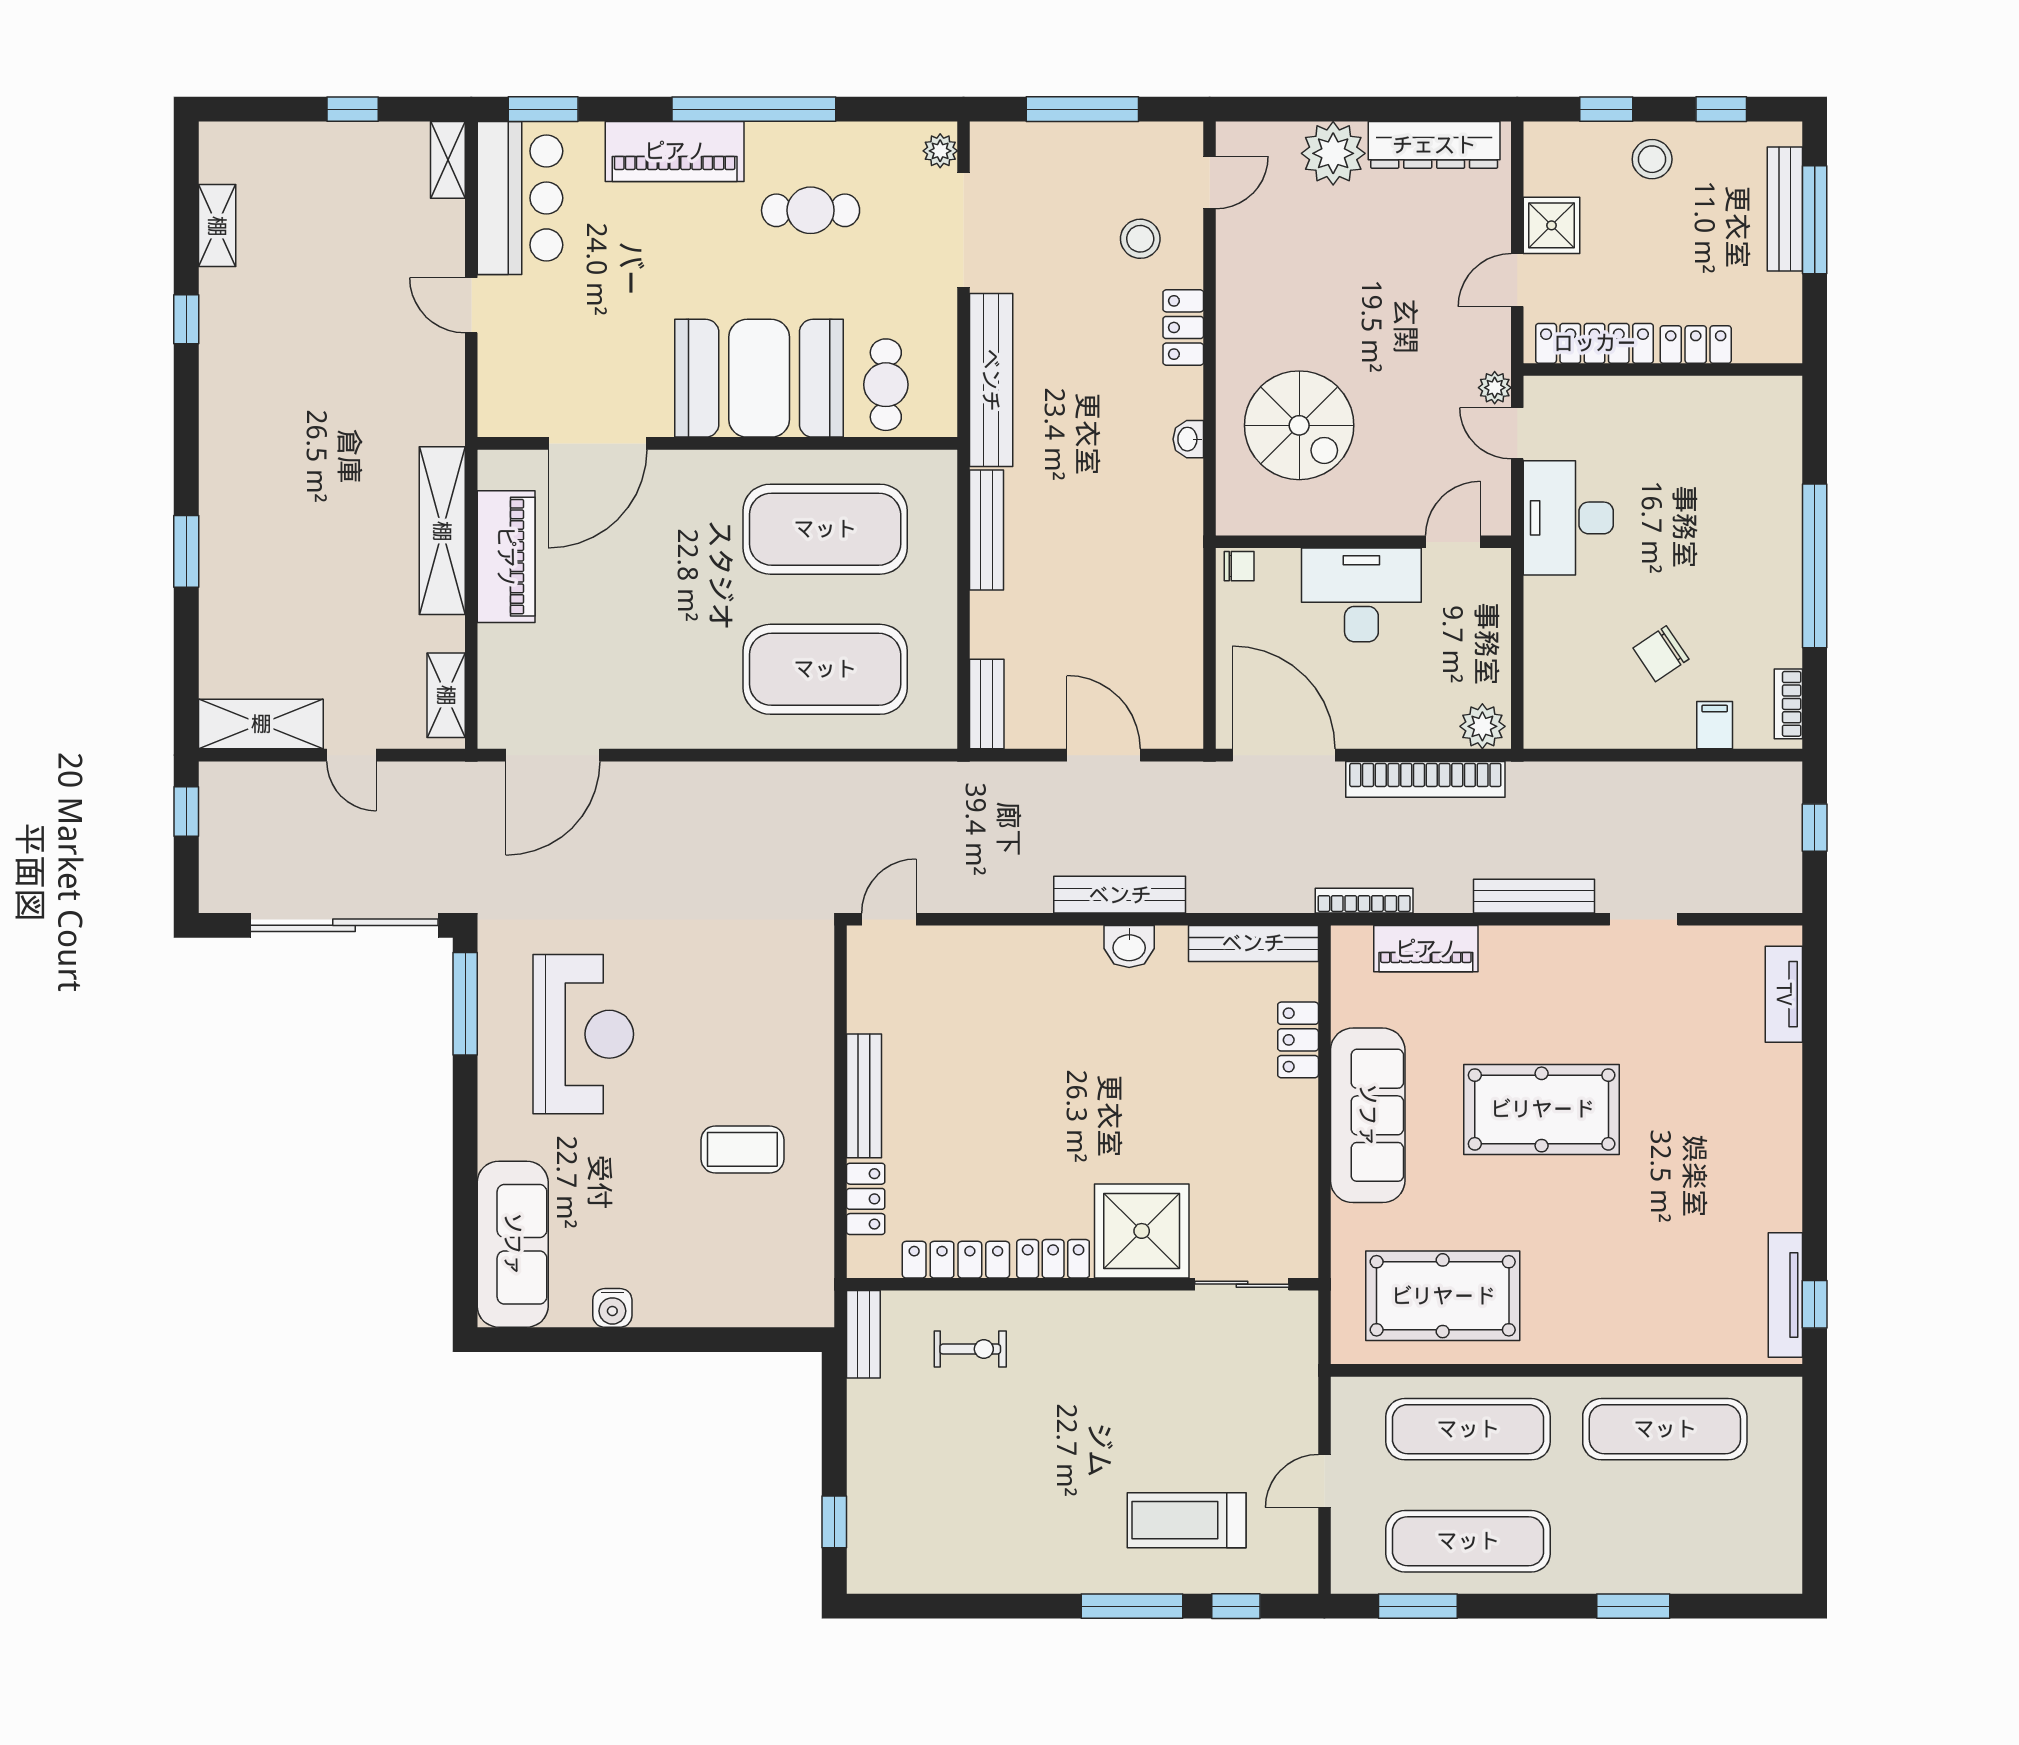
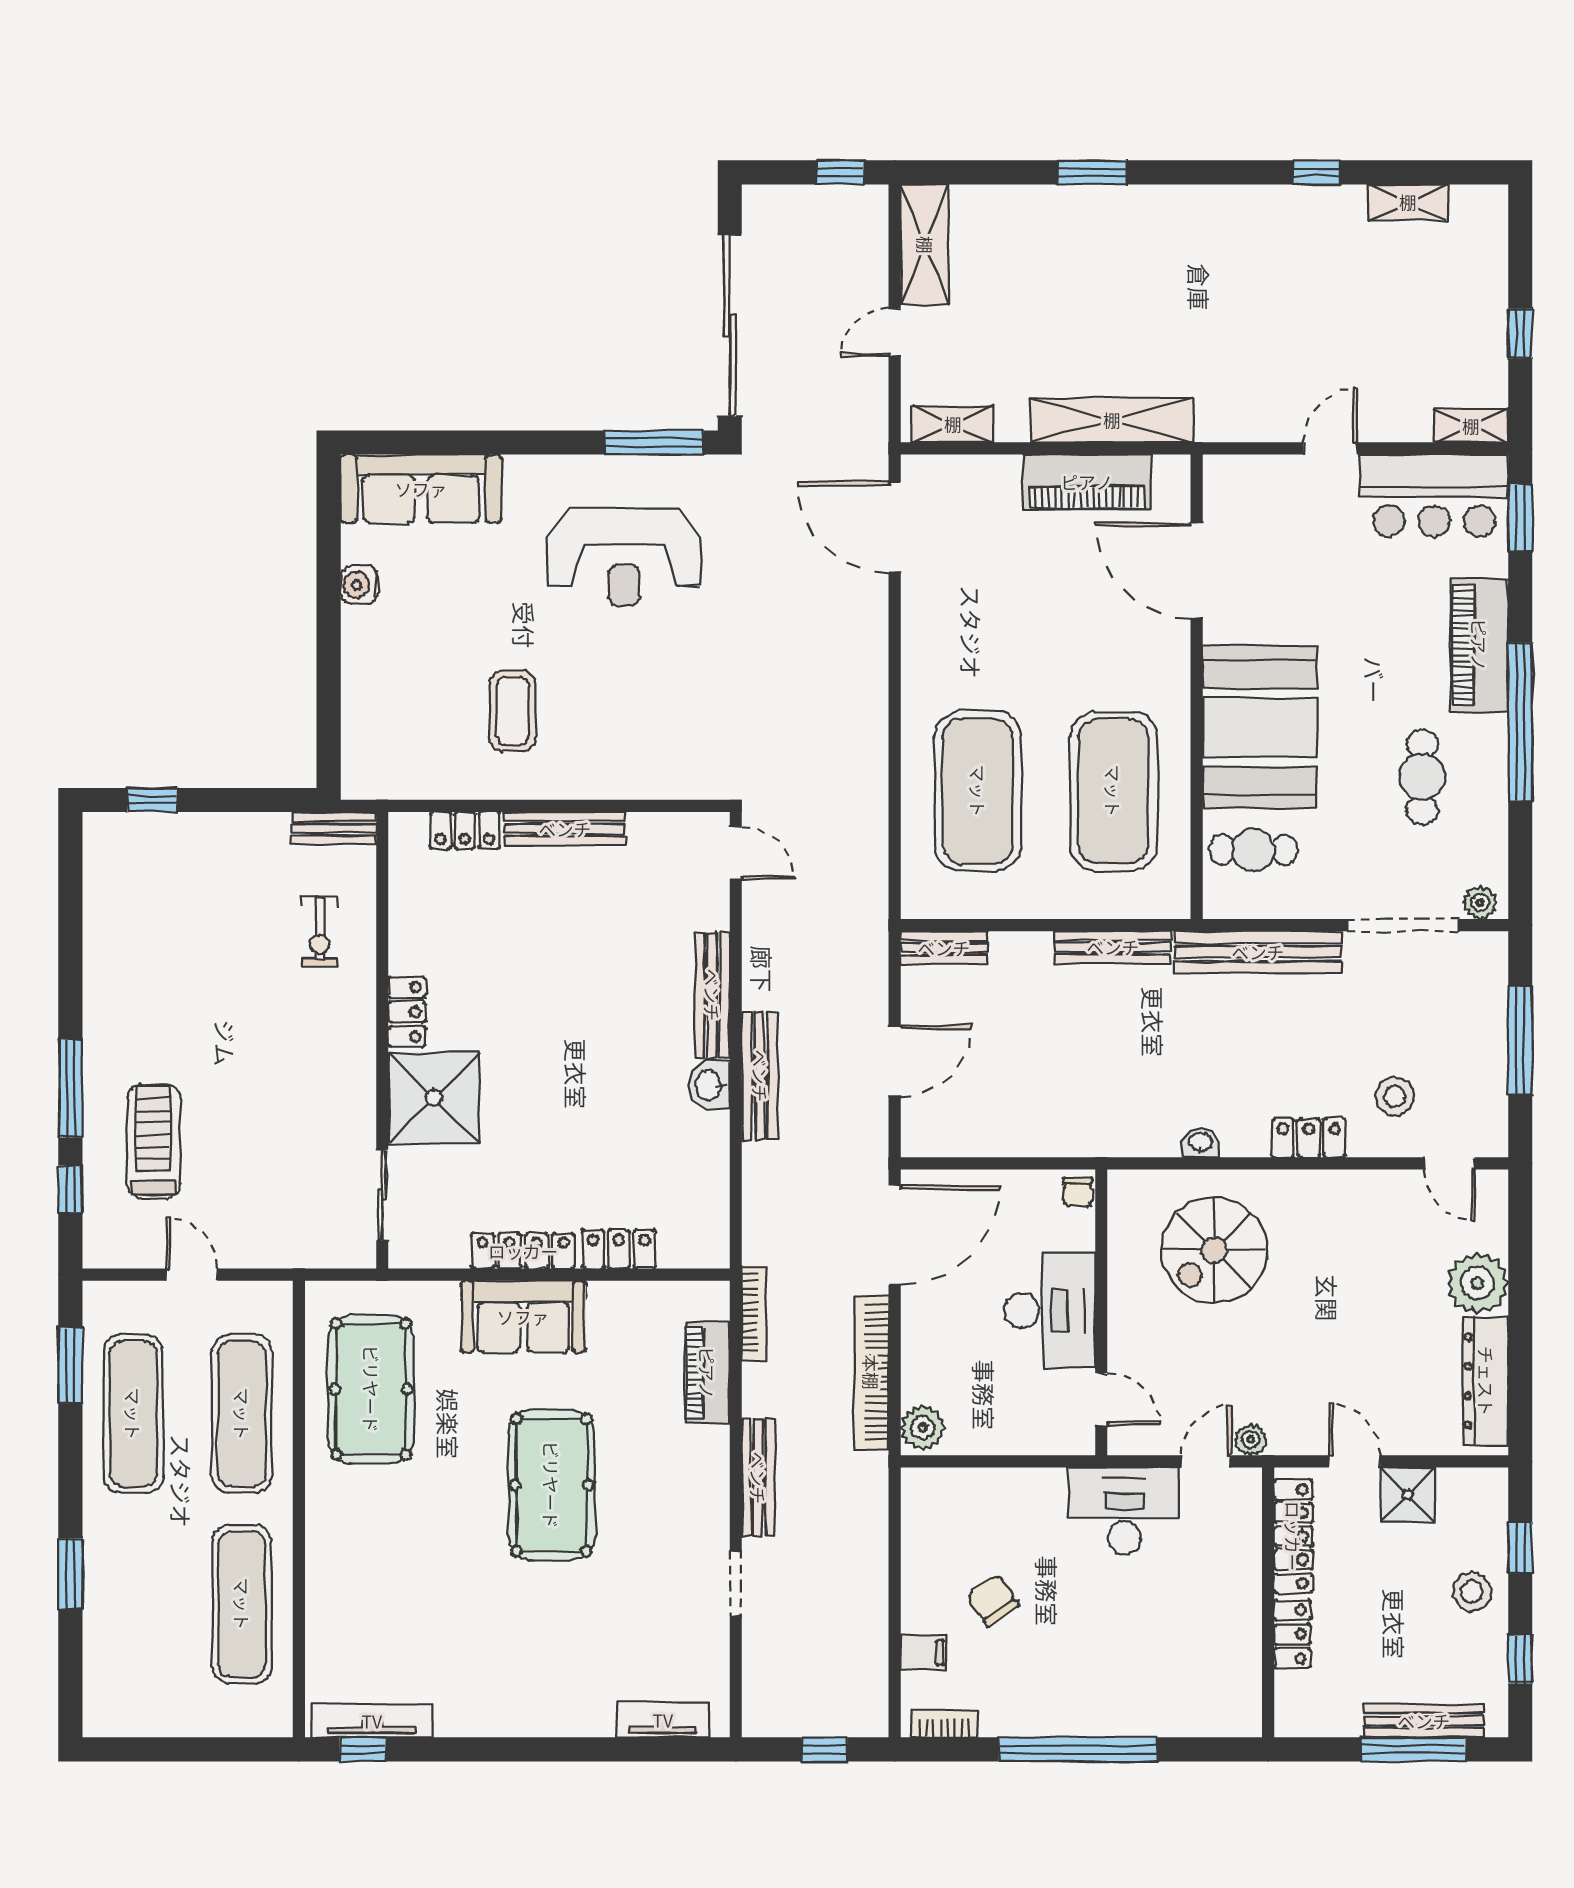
bench: (1253, 943) -> (712, 995), moved
sofa: (1368, 1115) -> (523, 1317), width x0.73
locker: (956, 1260) -> (523, 1251), moved, turned -90

